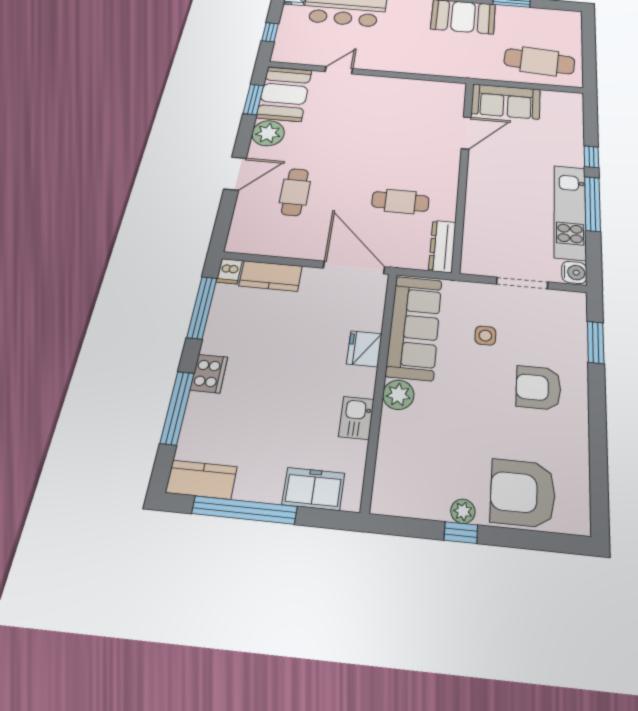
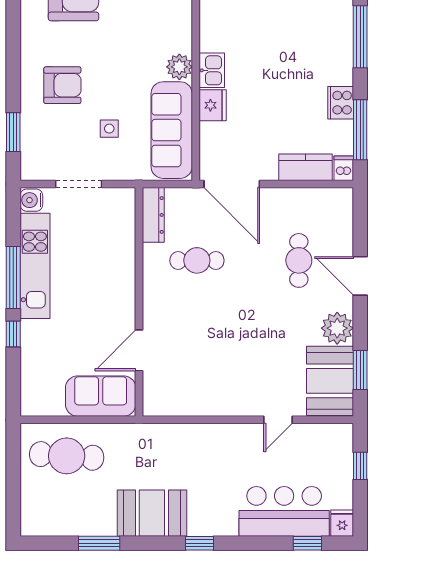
door: (235, 173) -> (360, 276), hinge flipped
cooker: (209, 374) -> (341, 103), moved
kitchen sink: (356, 418) -> (212, 70), moved

